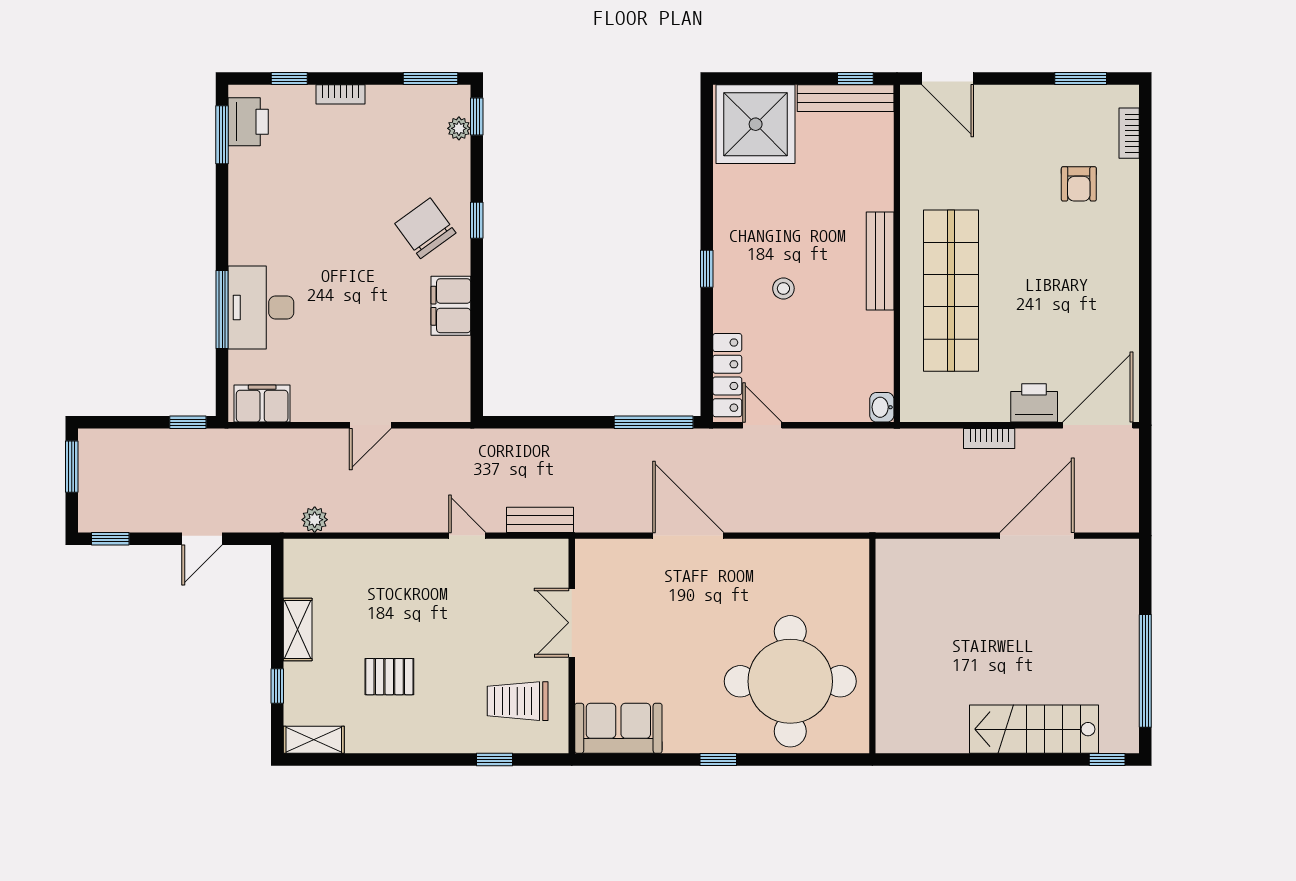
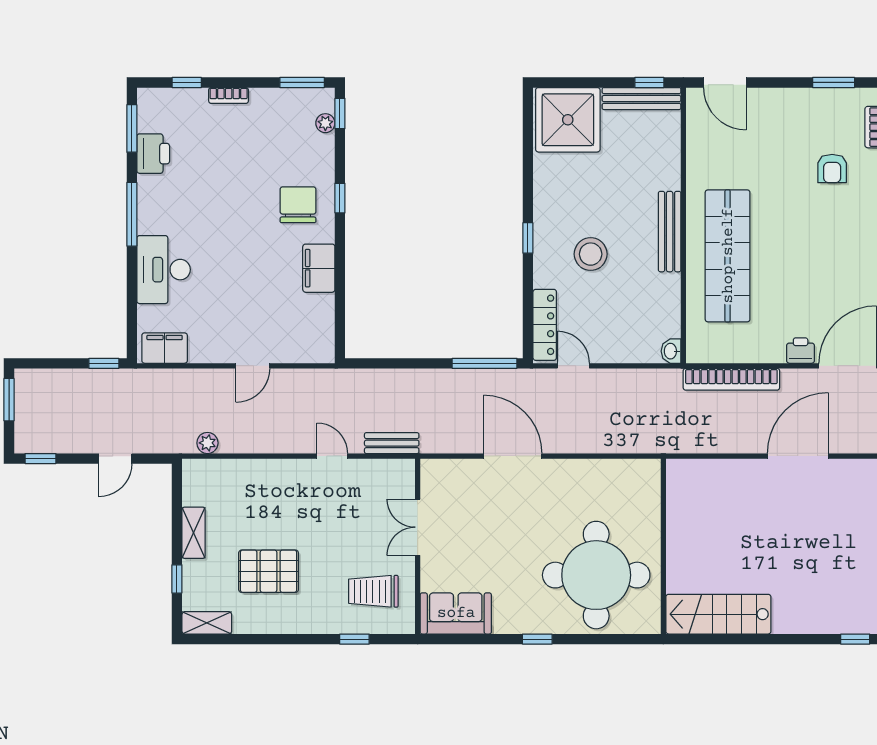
printer: (248, 122) -> (153, 154), moved
chair: (425, 228) -> (298, 205), turned 36
stool: (783, 288) -> (591, 254), width x1.89, depth x1.89
window: (222, 309) -> (132, 214), moved
printer: (1034, 403) -> (801, 351), width x0.73, depth x0.81
bookcase: (989, 438) -> (731, 379), width x2.31, depth x1.31
pallet: (389, 677) -> (269, 571), width x1.50, depth x1.42
stairs: (1034, 729) -> (718, 614), moved

